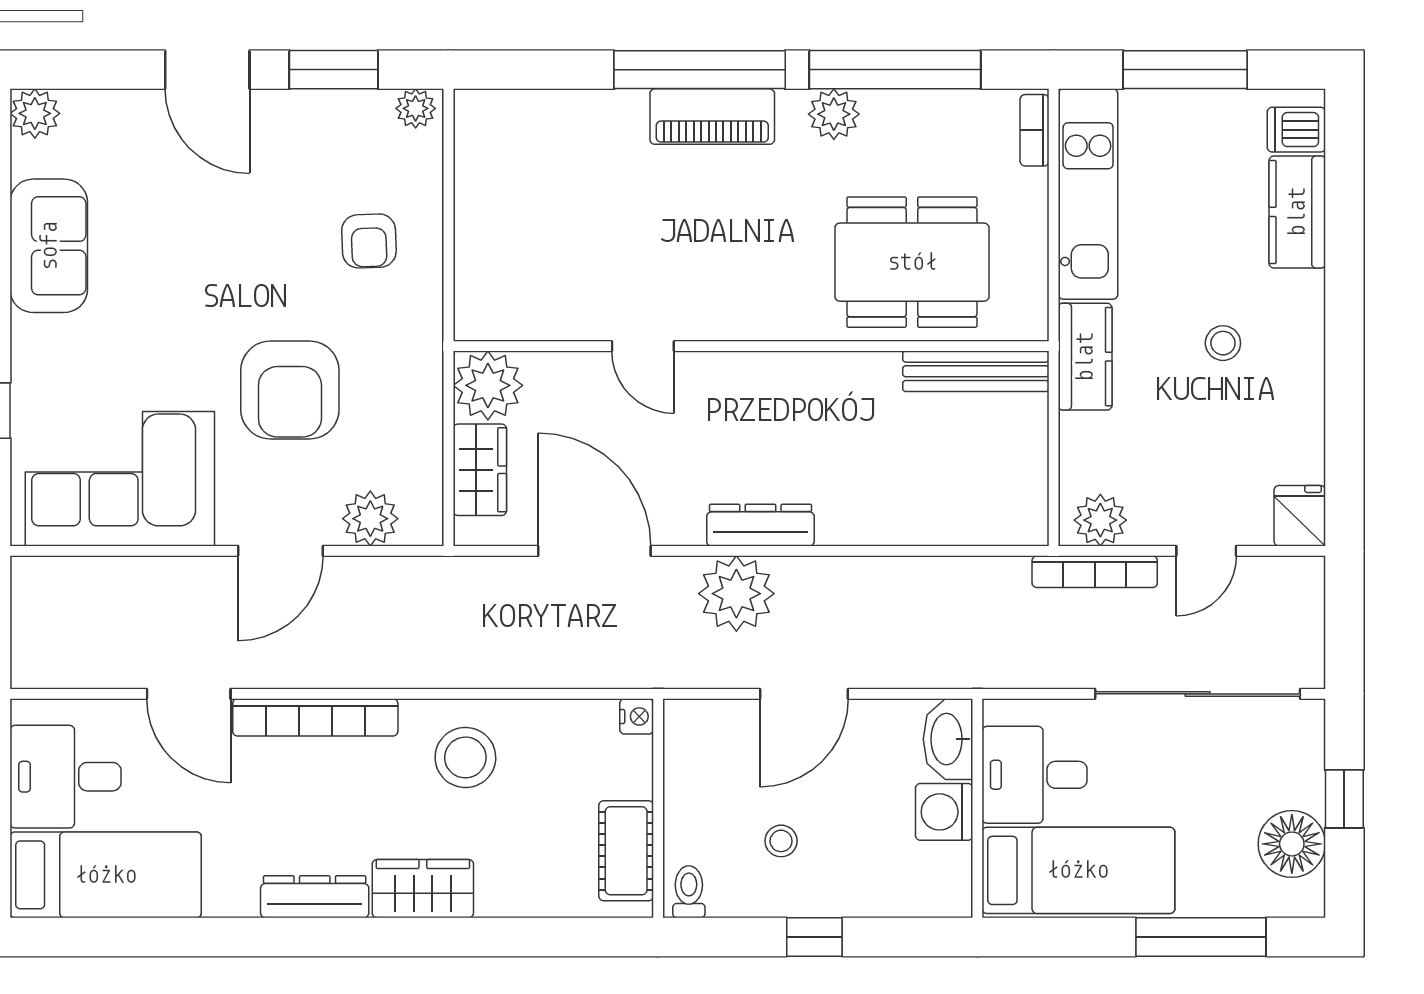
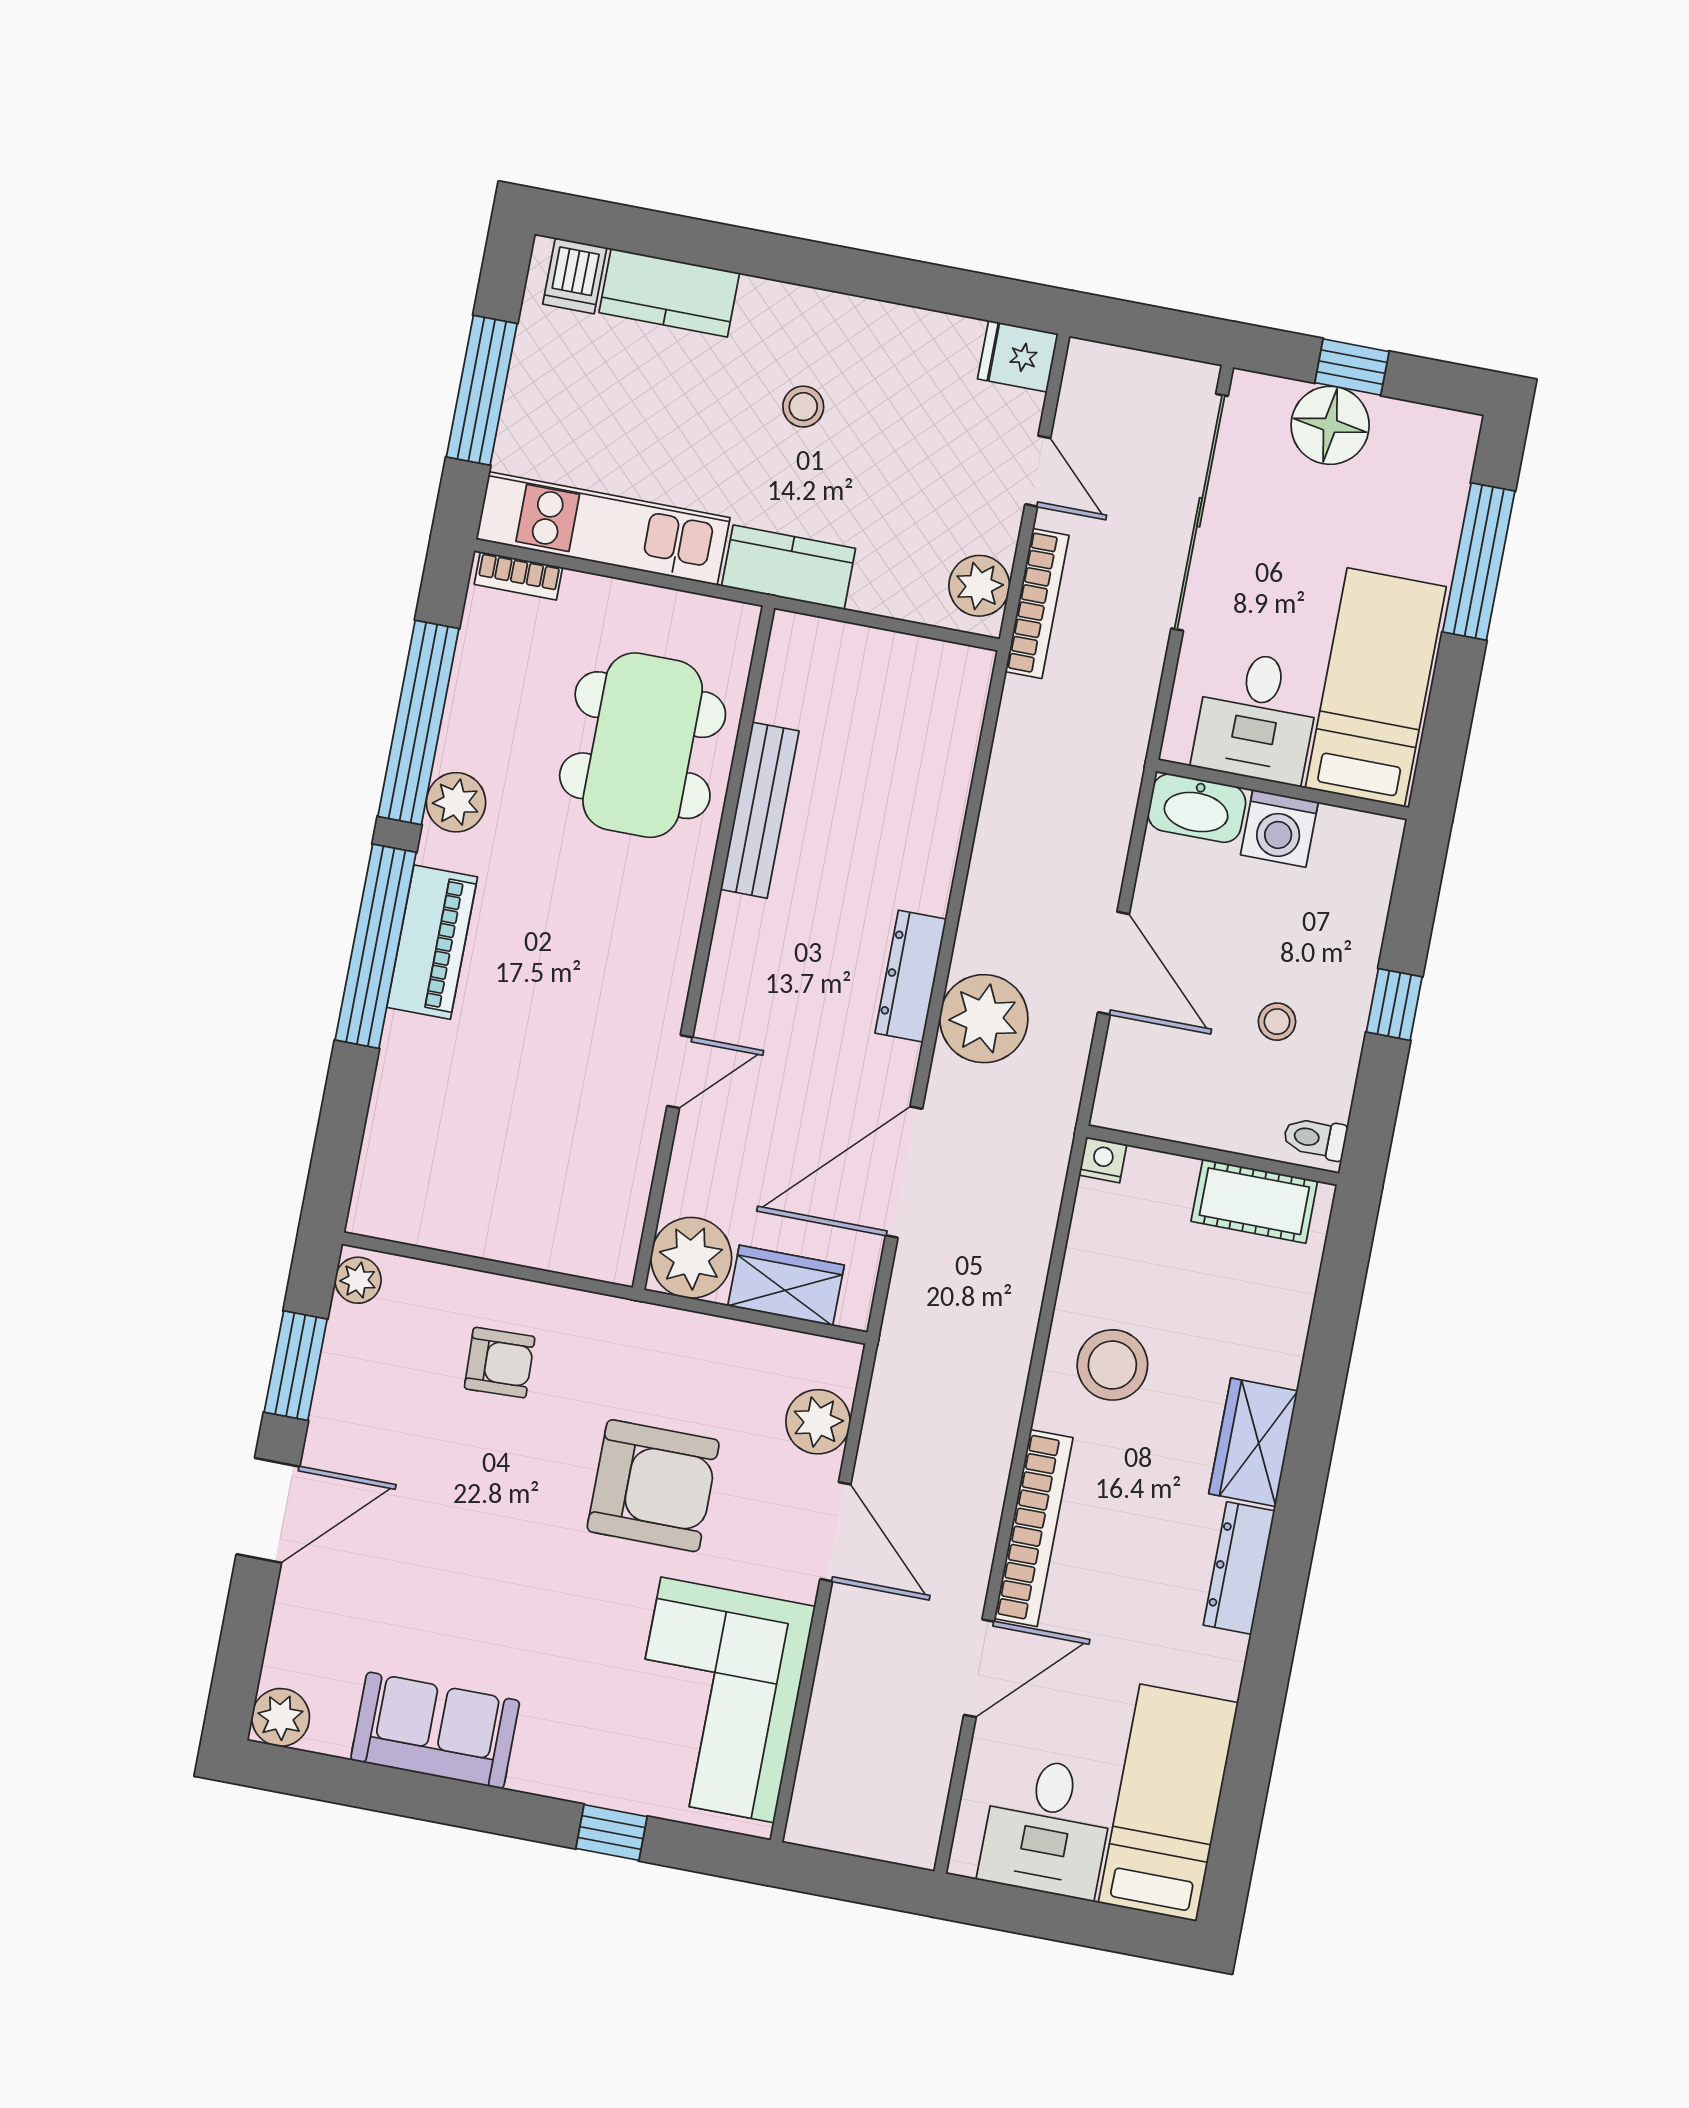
bench: (976, 371) -> (760, 810), moved
floor lamp: (1292, 844) -> (1330, 425), moved

